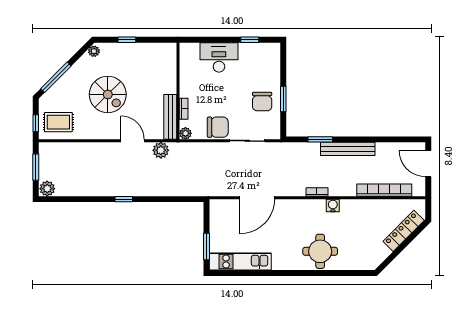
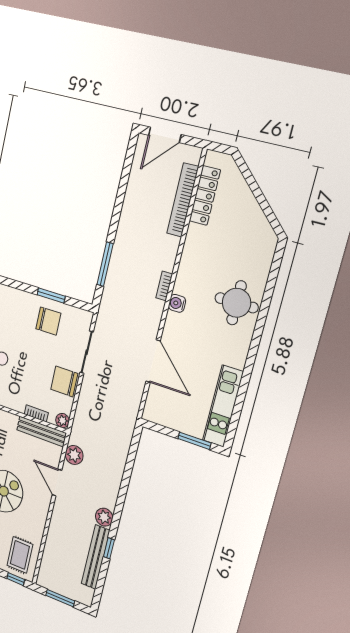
chair: (218, 127) -> (64, 381), turned -90
window: (320, 139) -> (105, 264), width x1.44
door: (133, 141) -> (57, 483), hinge flipped
bench: (348, 149) -> (96, 557), moved
plant: (47, 189) -> (104, 517), moved
window: (124, 199) -> (109, 548), moved
water cooler: (333, 206) -> (177, 303), moved
locker: (404, 231) -> (205, 195), moved, turned -135

